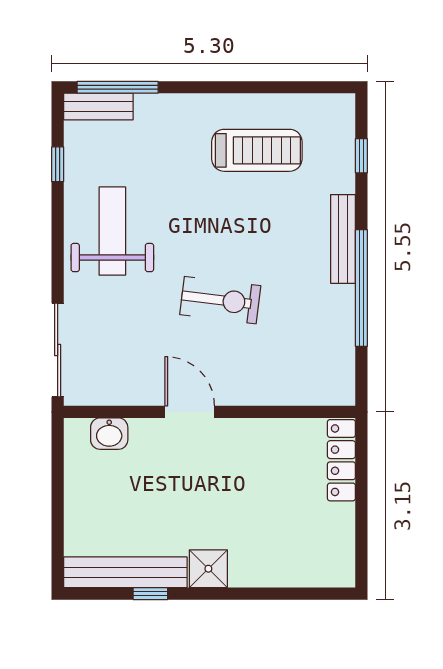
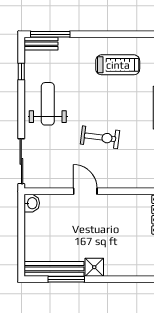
washbasin: (109, 434) -> (32, 203), moved, turned -90
window: (150, 594) -> (66, 279), width x2.17

